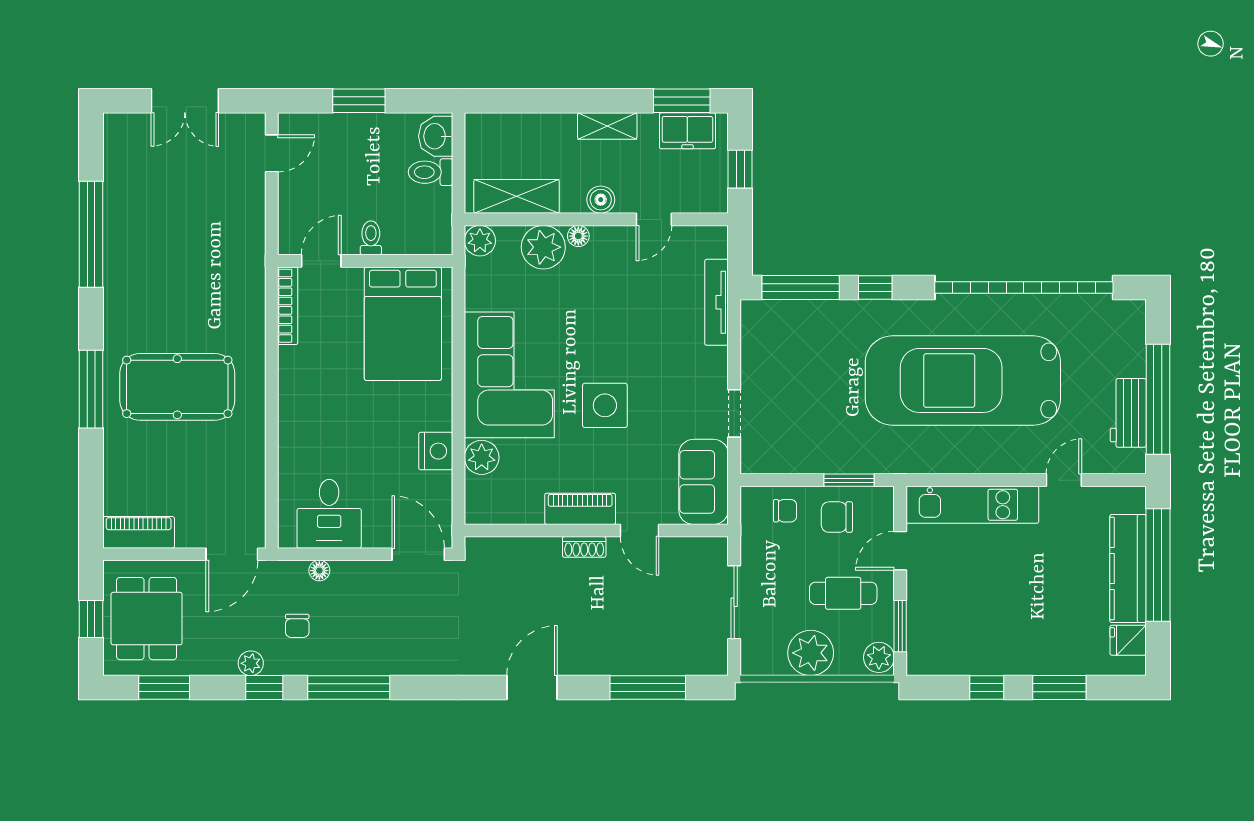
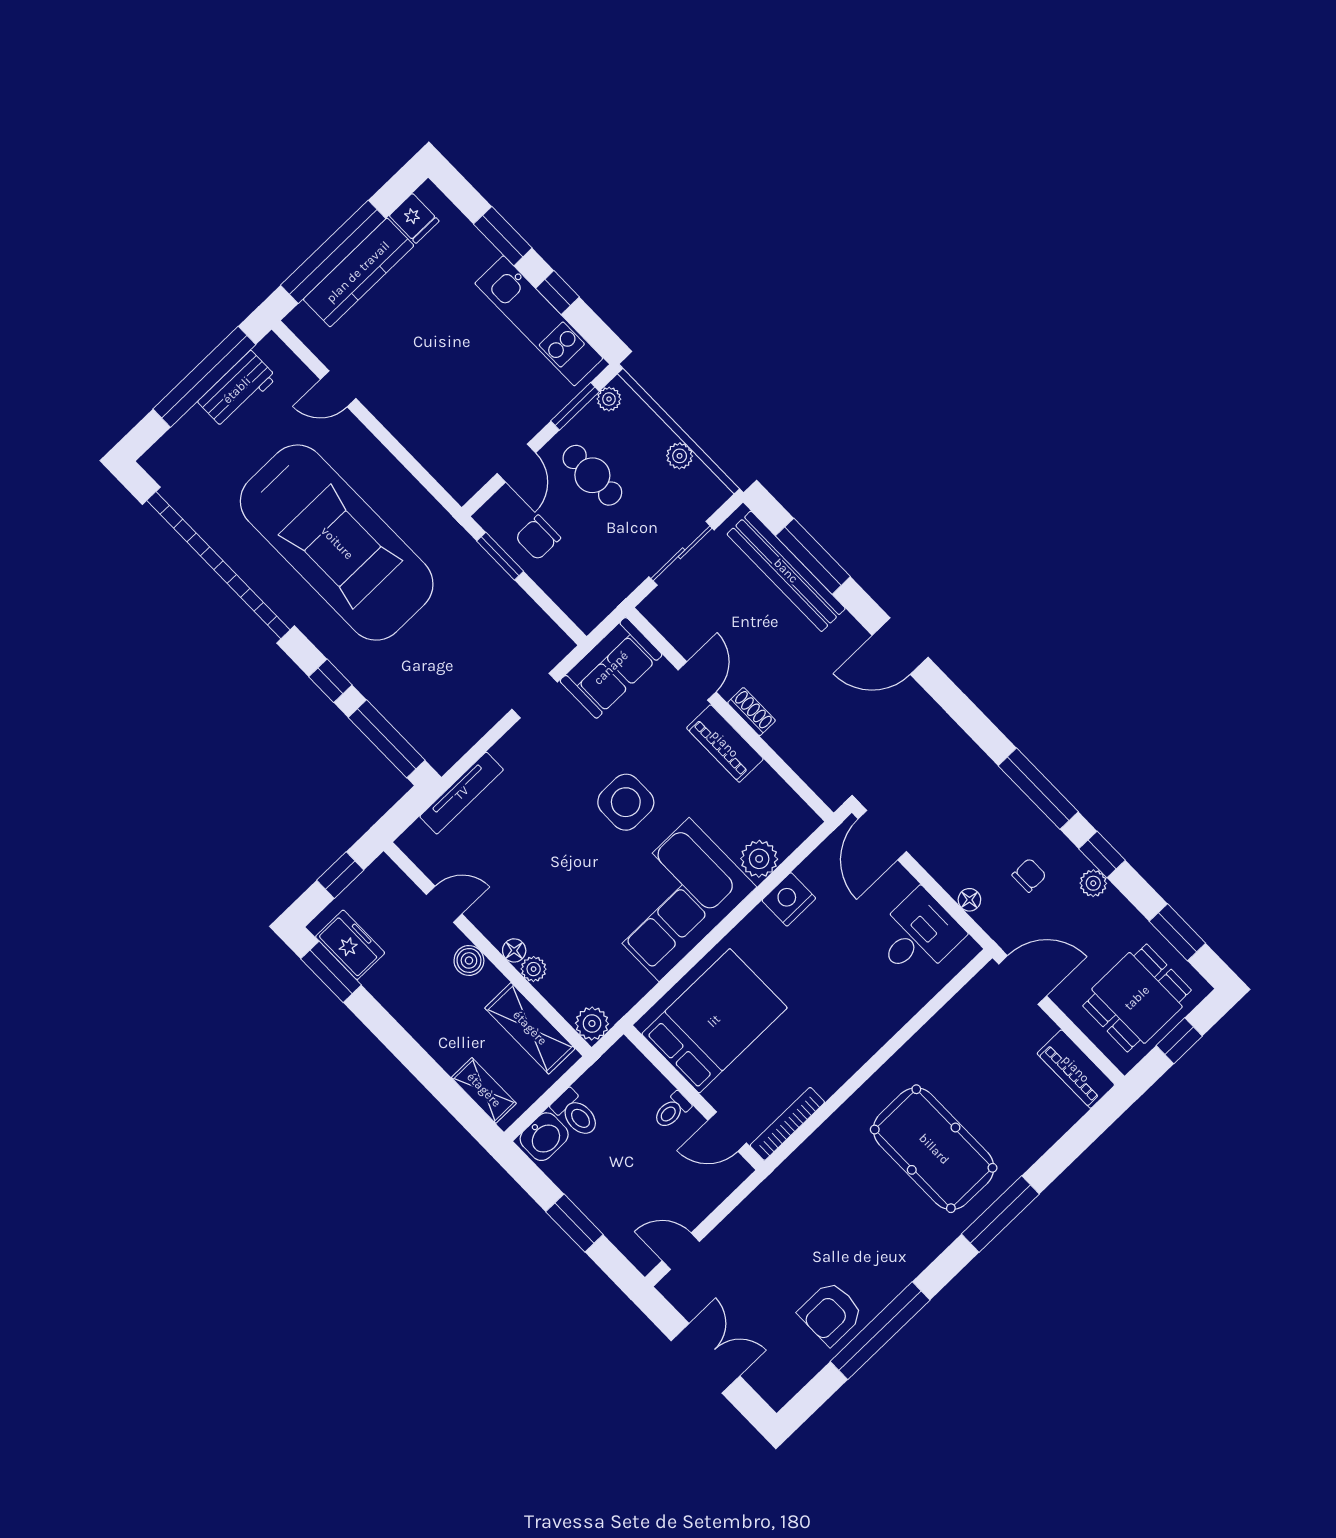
shelving: (607, 126) -> (484, 1090), moved
armchair: (134, 213) -> (831, 1313), added
plant: (543, 247) -> (534, 969), width x0.53, depth x0.53
kitchen unit: (972, 505) -> (539, 321), moved, turned 180
chair: (785, 511) -> (572, 583), removed
chair: (837, 517) -> (538, 538), turned 90
door: (900, 551) -> (516, 463), hinge flipped
plant: (811, 653) -> (680, 456), width x0.53, depth x0.53
plant: (879, 657) -> (609, 399), width x0.73, depth x0.73
bench: (655, 660) -> (786, 571), added

